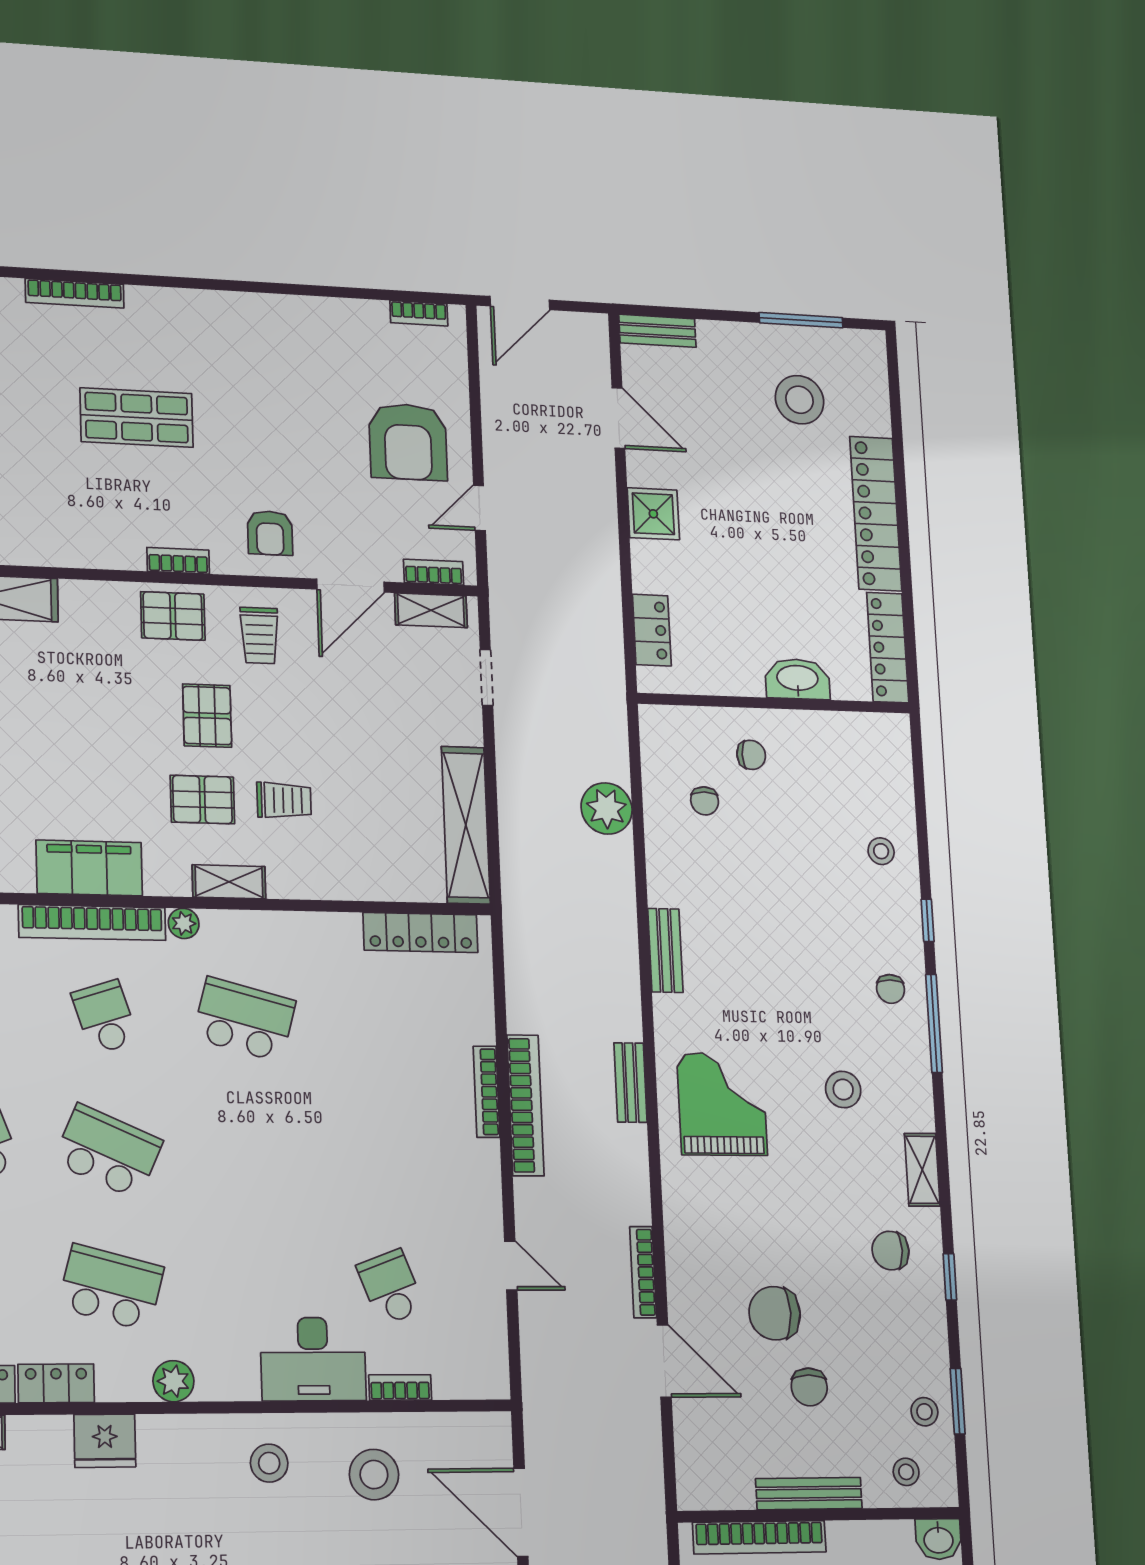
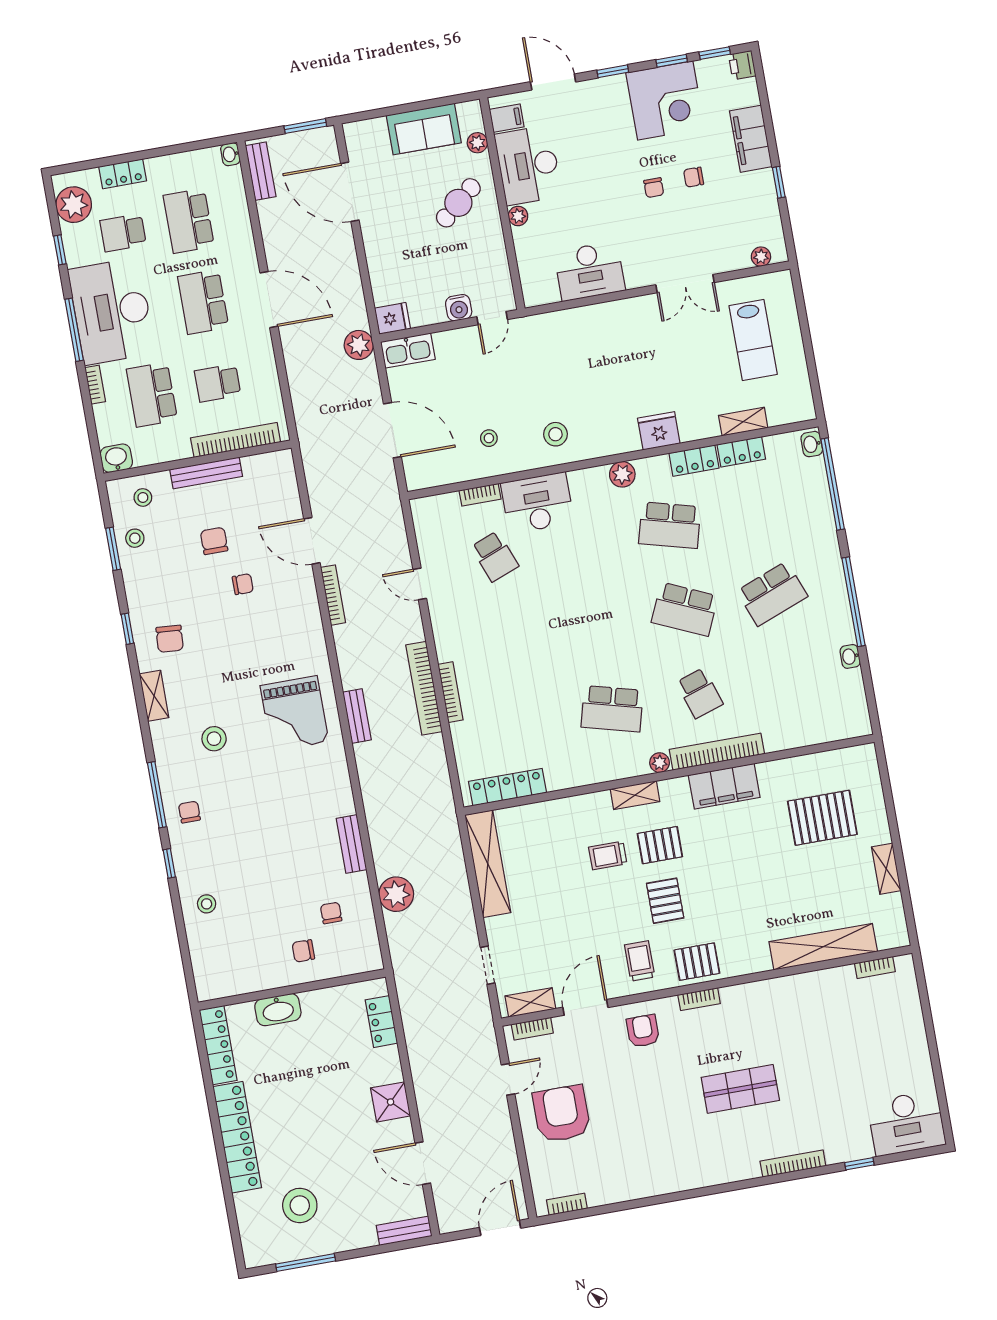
bench: (665, 950) -> (351, 844), moved
chair: (891, 1250) -> (170, 639), turned 94
chair: (775, 1313) -> (243, 584), width x0.54, depth x0.54
stool: (374, 1475) -> (489, 438), width x0.53, depth x0.53

